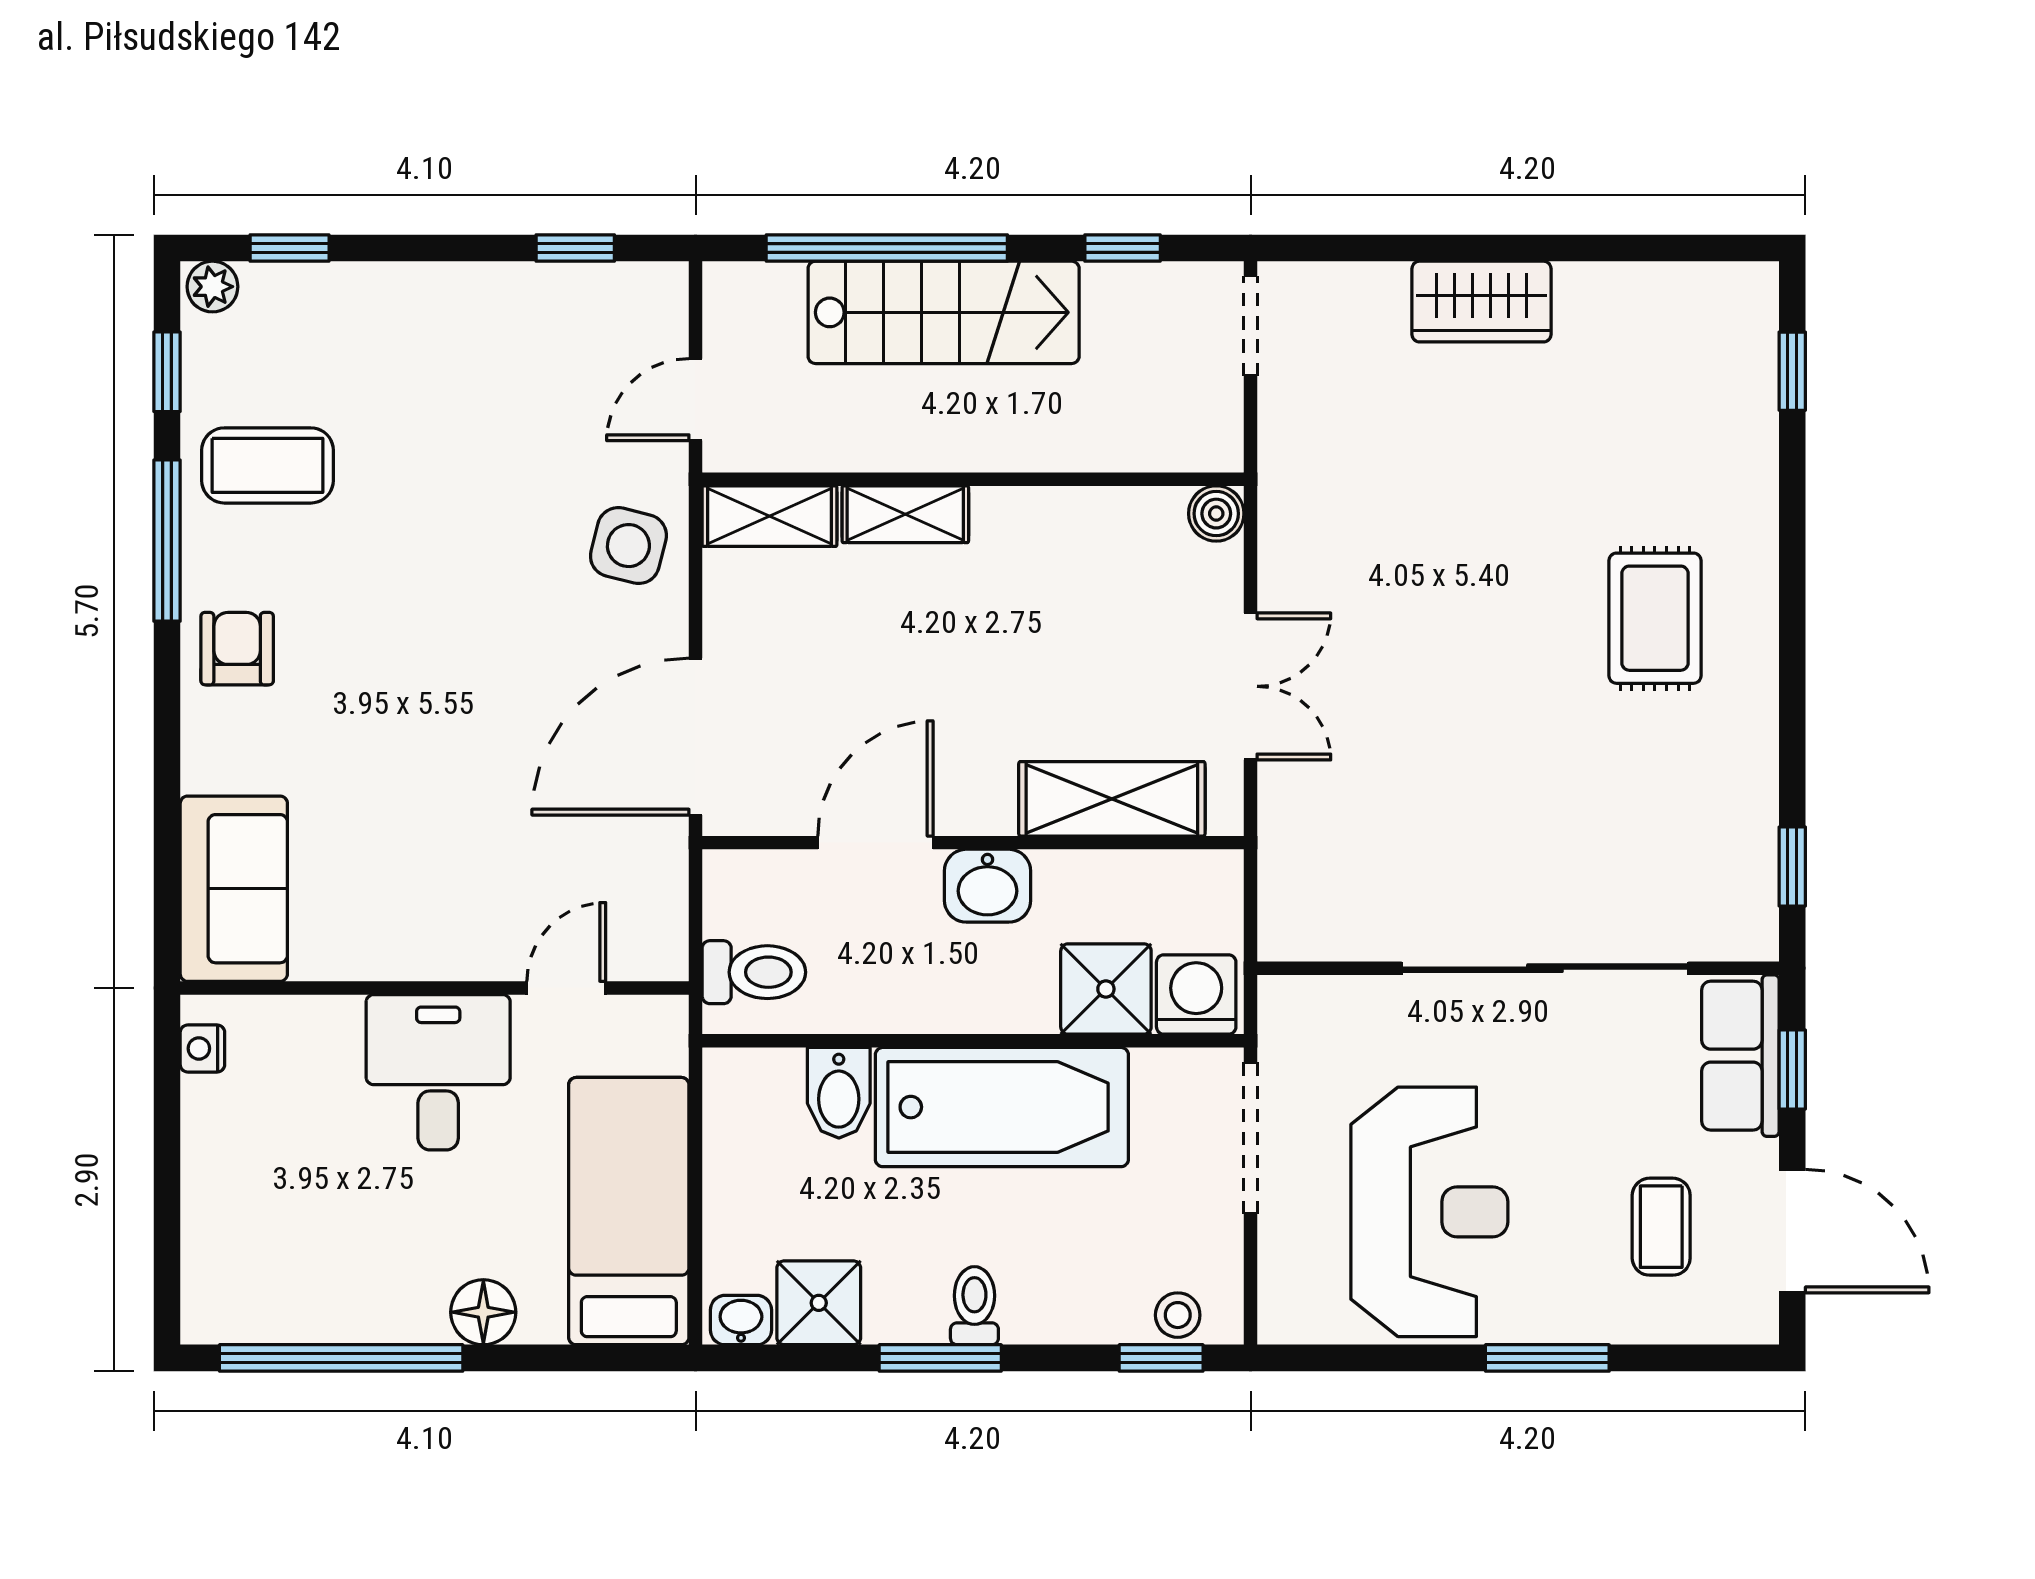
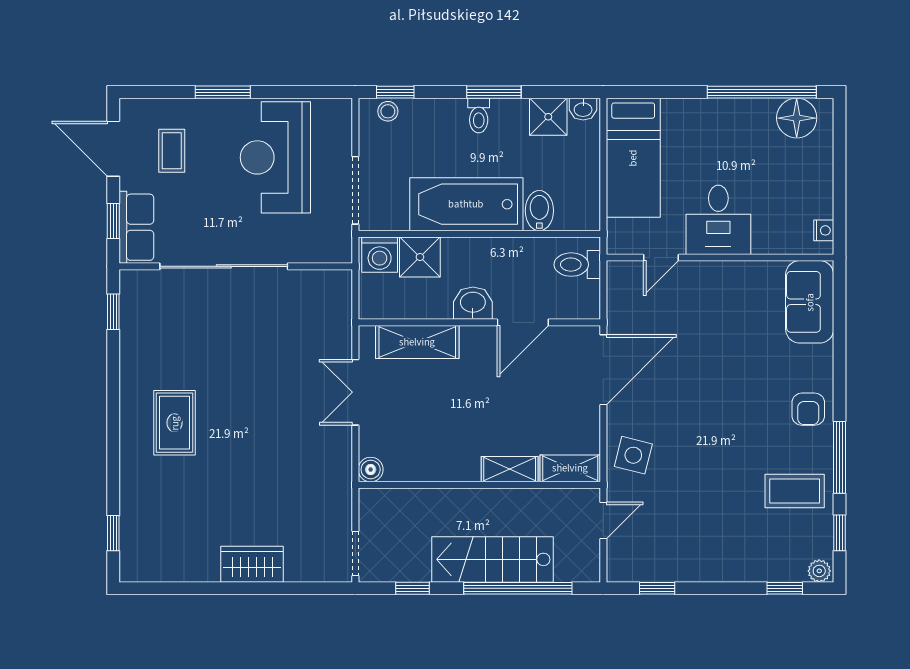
floor lamp: (483, 1312) -> (797, 118), moved, width x1.38, depth x1.38

